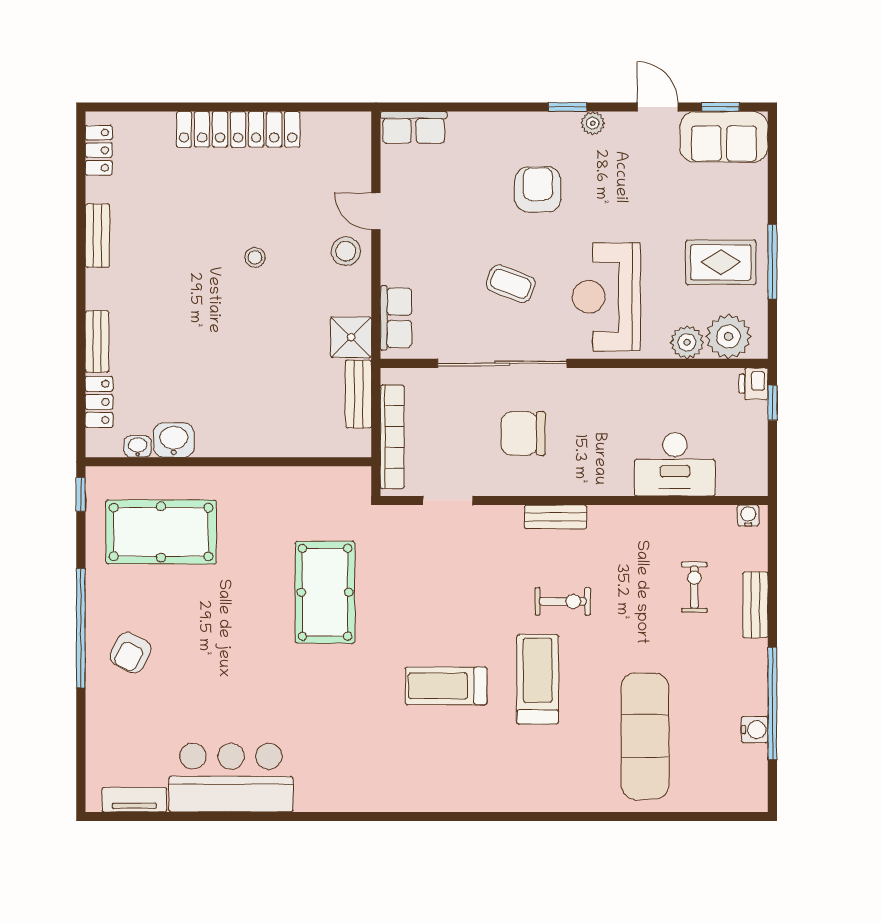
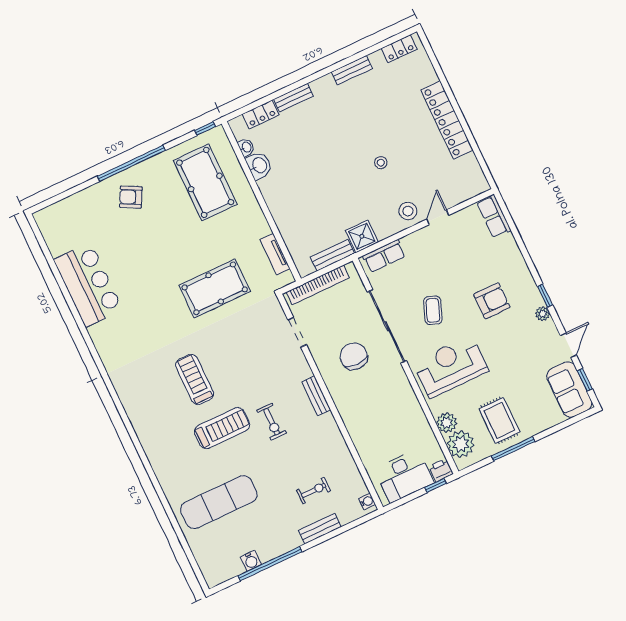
desk: (675, 464) -> (404, 476), moved, turned -90
tv unit: (134, 800) -> (275, 254), moved, turned 180

